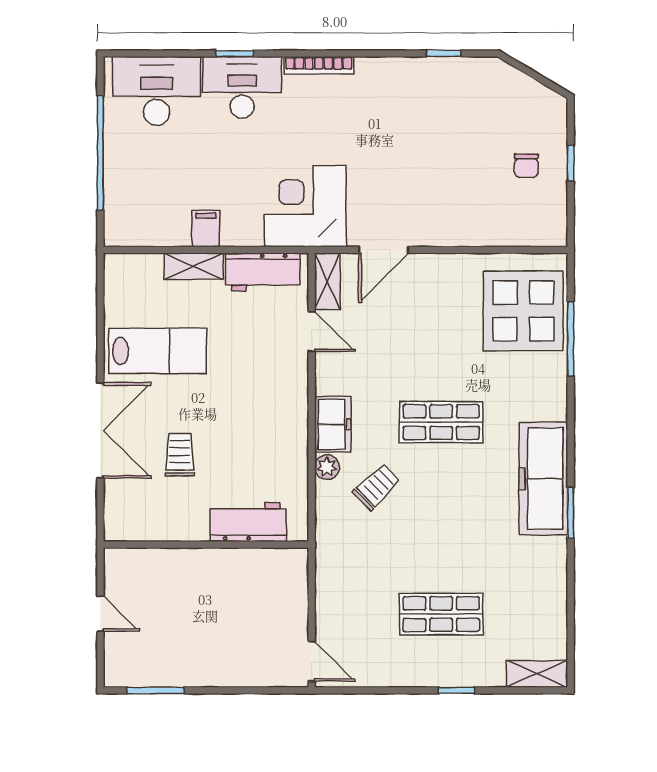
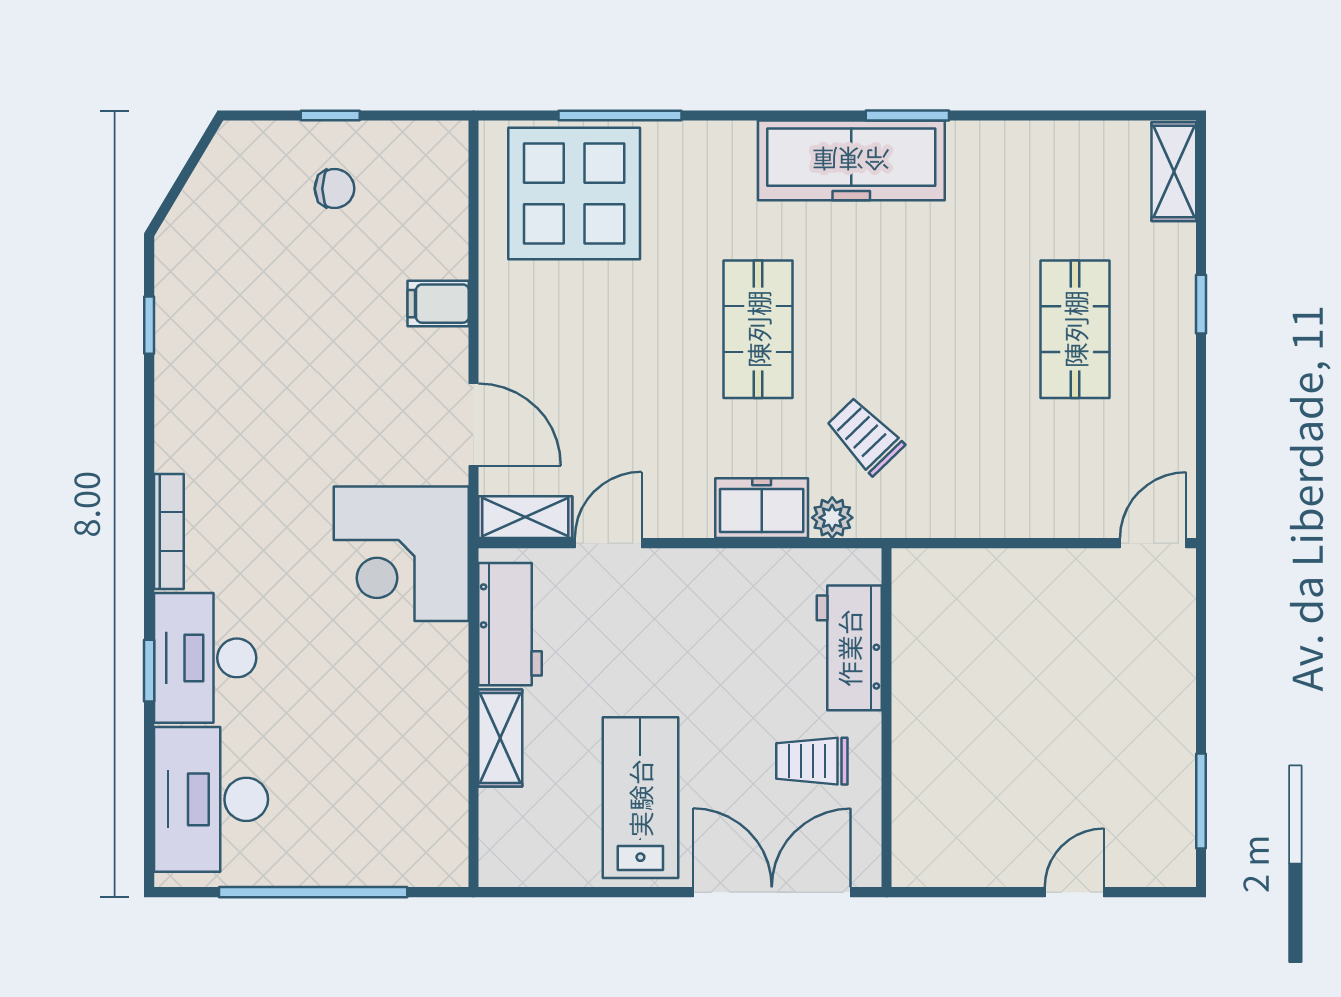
filing cabinet: (206, 228) -> (438, 304), moved
workbench: (248, 522) -> (849, 648), moved
wall: (206, 545) -> (886, 718), moved

